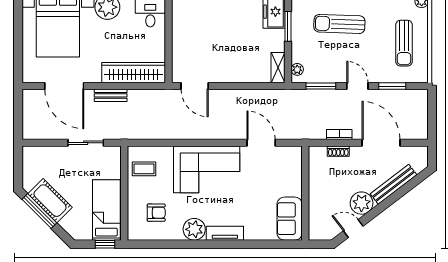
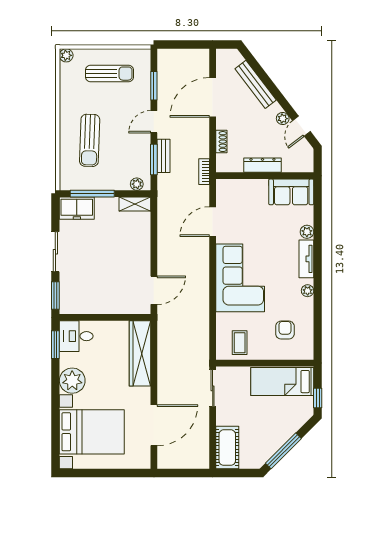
window: (288, 26) -> (92, 194), width x1.44
bench: (111, 95) -> (164, 156), moved
bookcase: (339, 135) -> (204, 172), moved
sliding door: (86, 143) -> (213, 388), moved
dresser: (316, 191) -> (262, 165), added
cot: (50, 201) -> (227, 448), moved, turned -45
plant: (362, 203) -> (283, 118), width x0.53, depth x0.53
plant: (194, 229) -> (308, 291), width x0.53, depth x0.53
plant: (251, 234) -> (307, 232), added
window: (105, 244) -> (318, 398), moved

